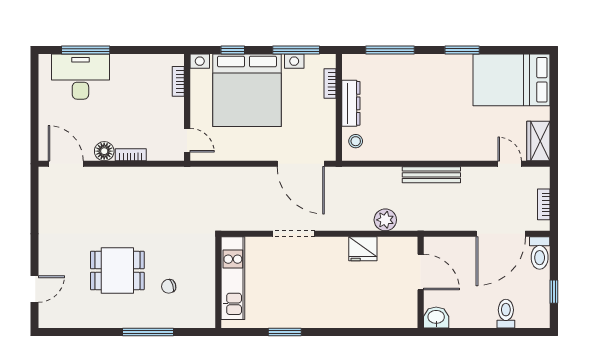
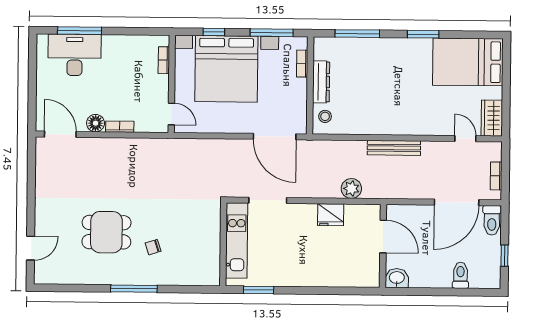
kitchen unit: (233, 278) -> (237, 241), moved
wall: (218, 282) -> (223, 244), moved

